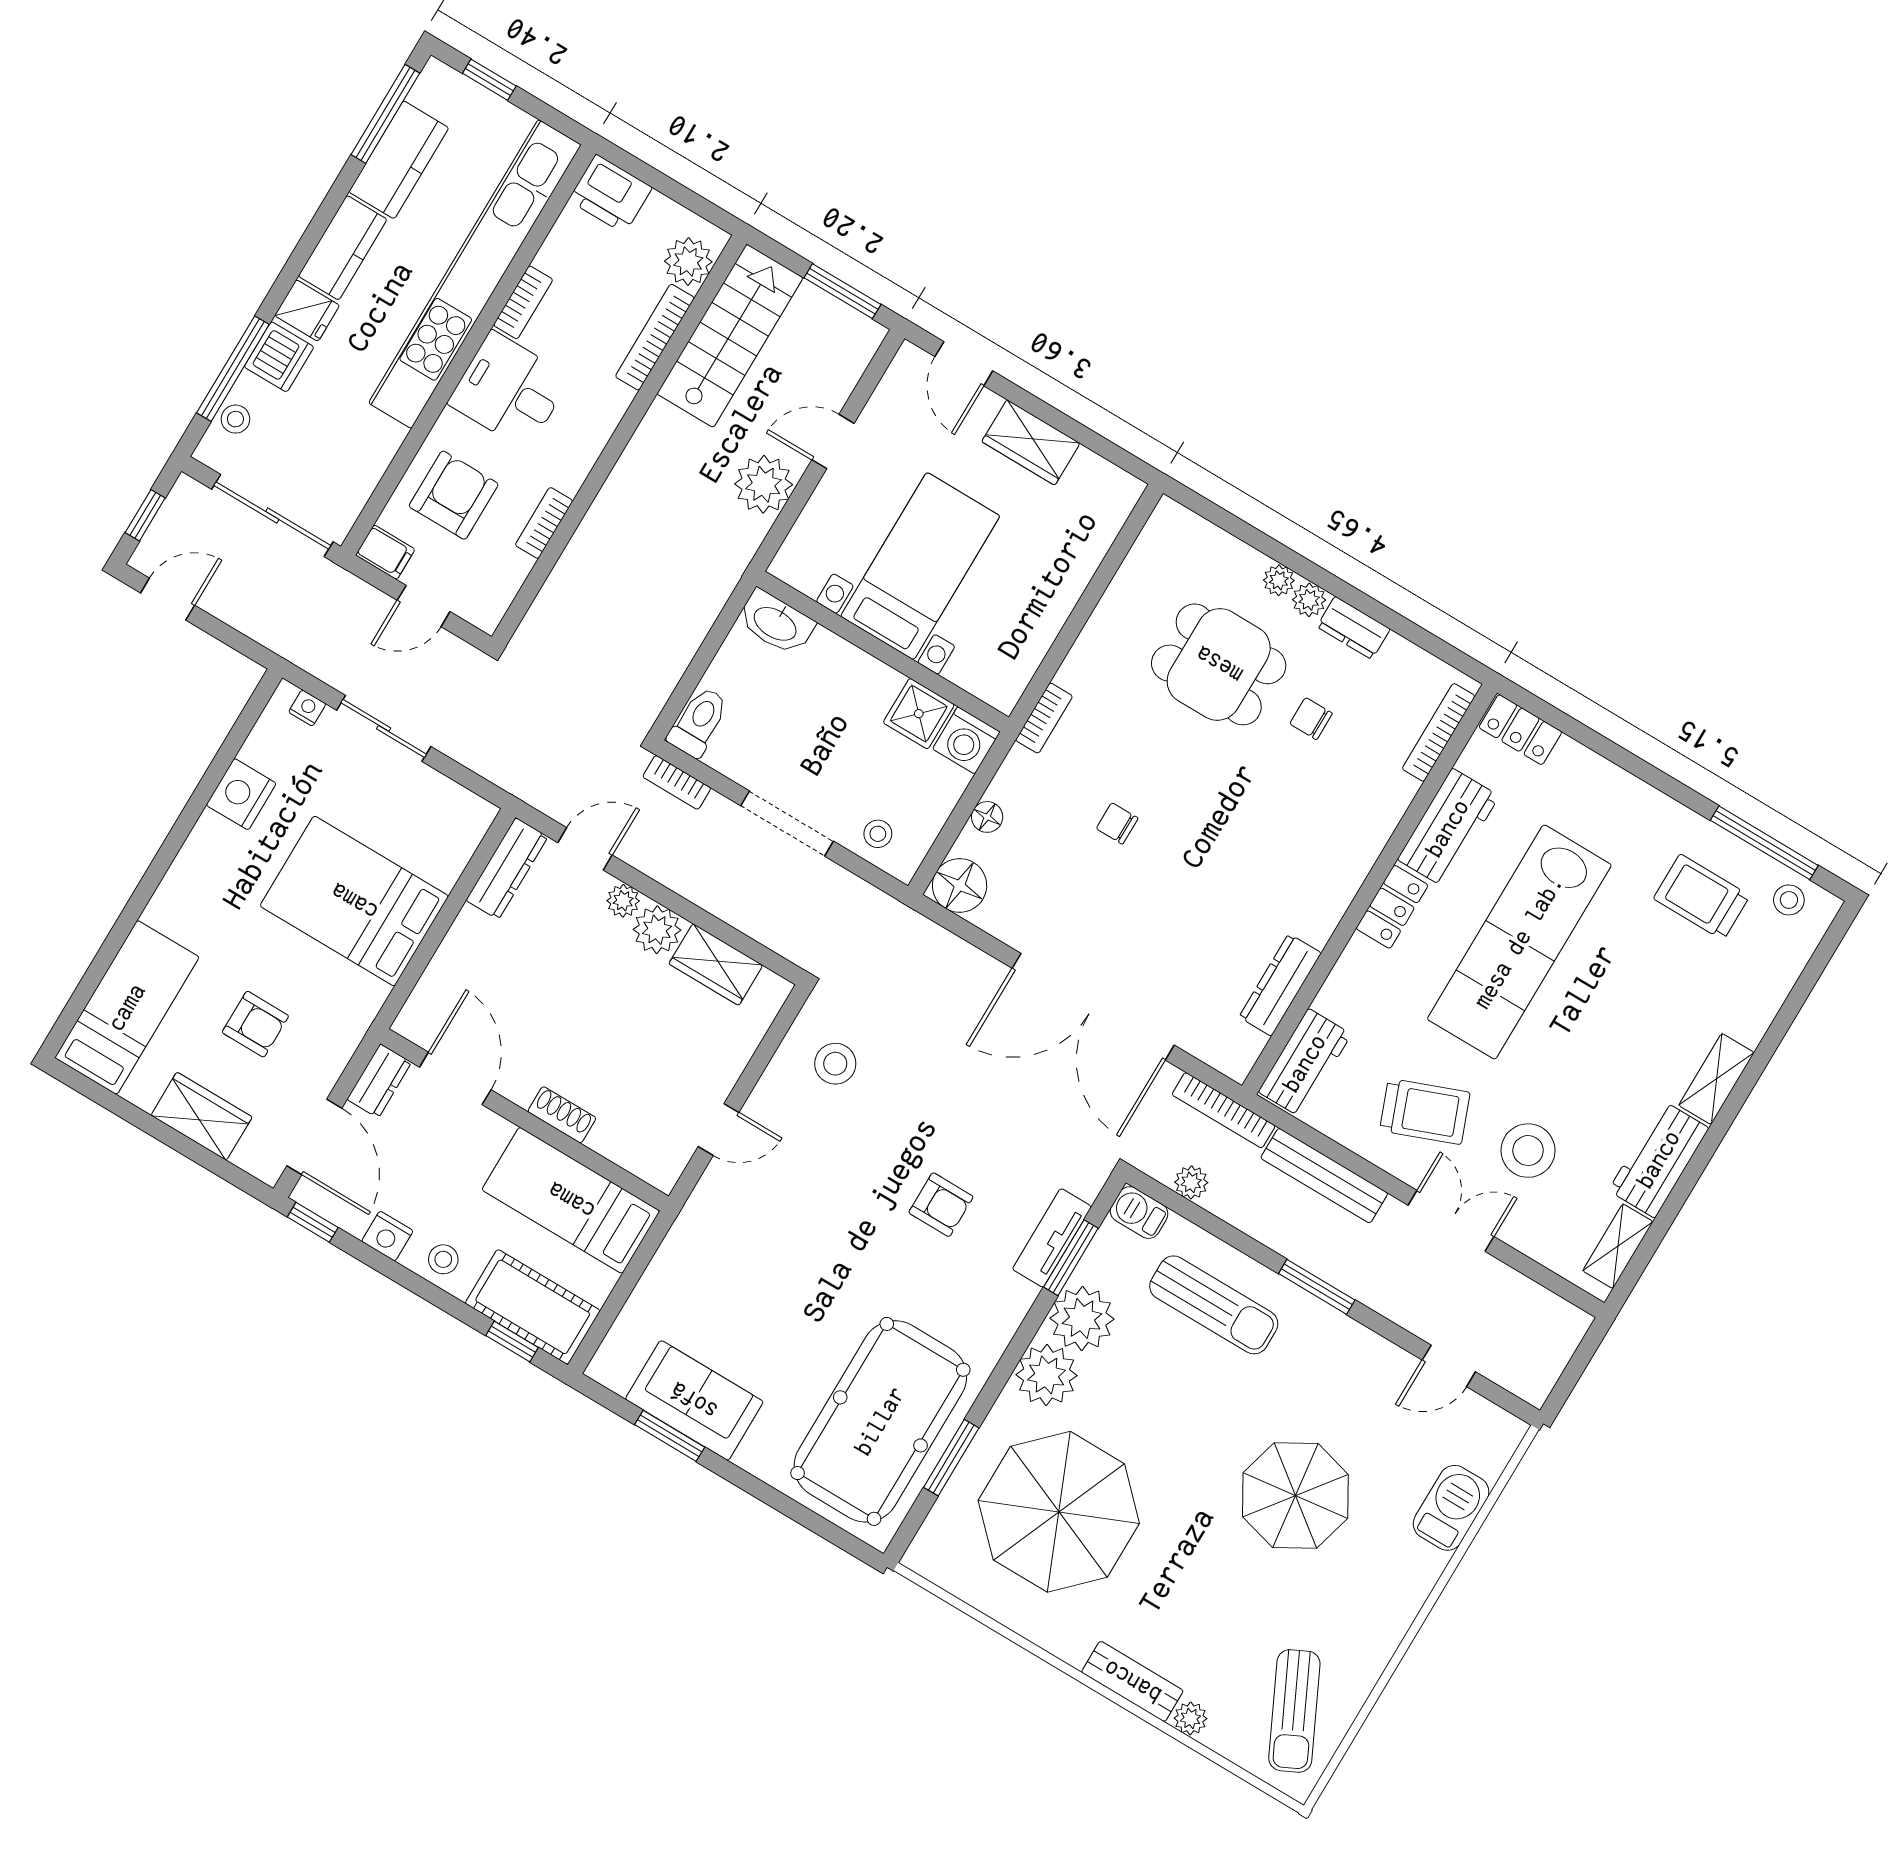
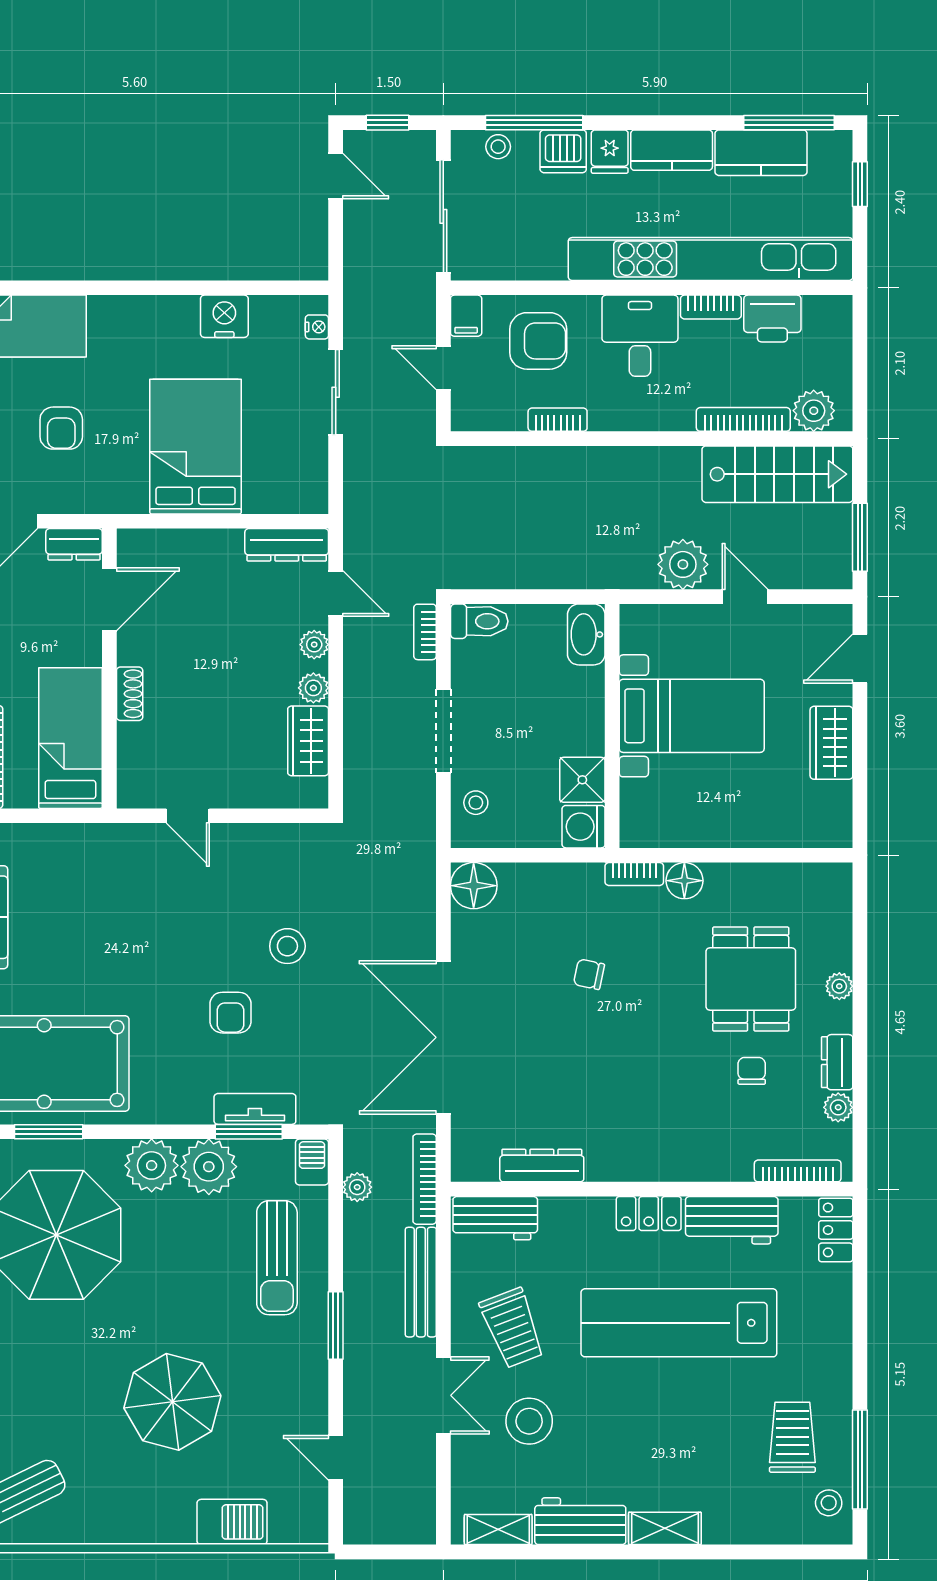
printer: (610, 194) -> (772, 319), moved, turned -90
plant: (1309, 600) -> (838, 1107), moved
floor lamp: (987, 817) -> (684, 881), moved, width x1.37, depth x1.37
chair: (1117, 823) -> (589, 974), turned -78
plant: (657, 930) -> (313, 688), width x0.73, depth x0.73
stool: (835, 1064) -> (287, 946), moved

